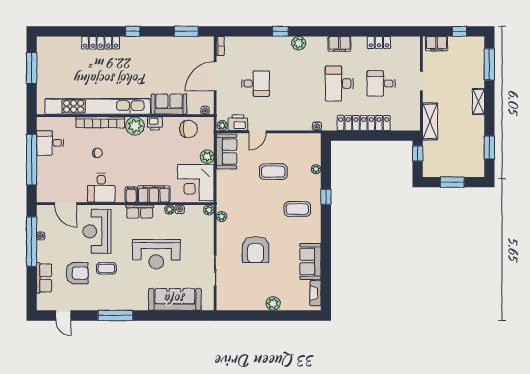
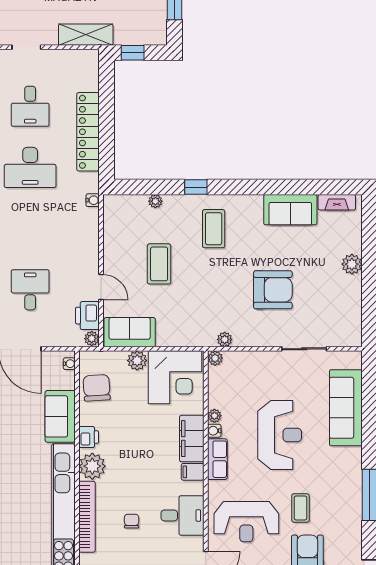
water cooler: (180, 209) -> (214, 431), moved

